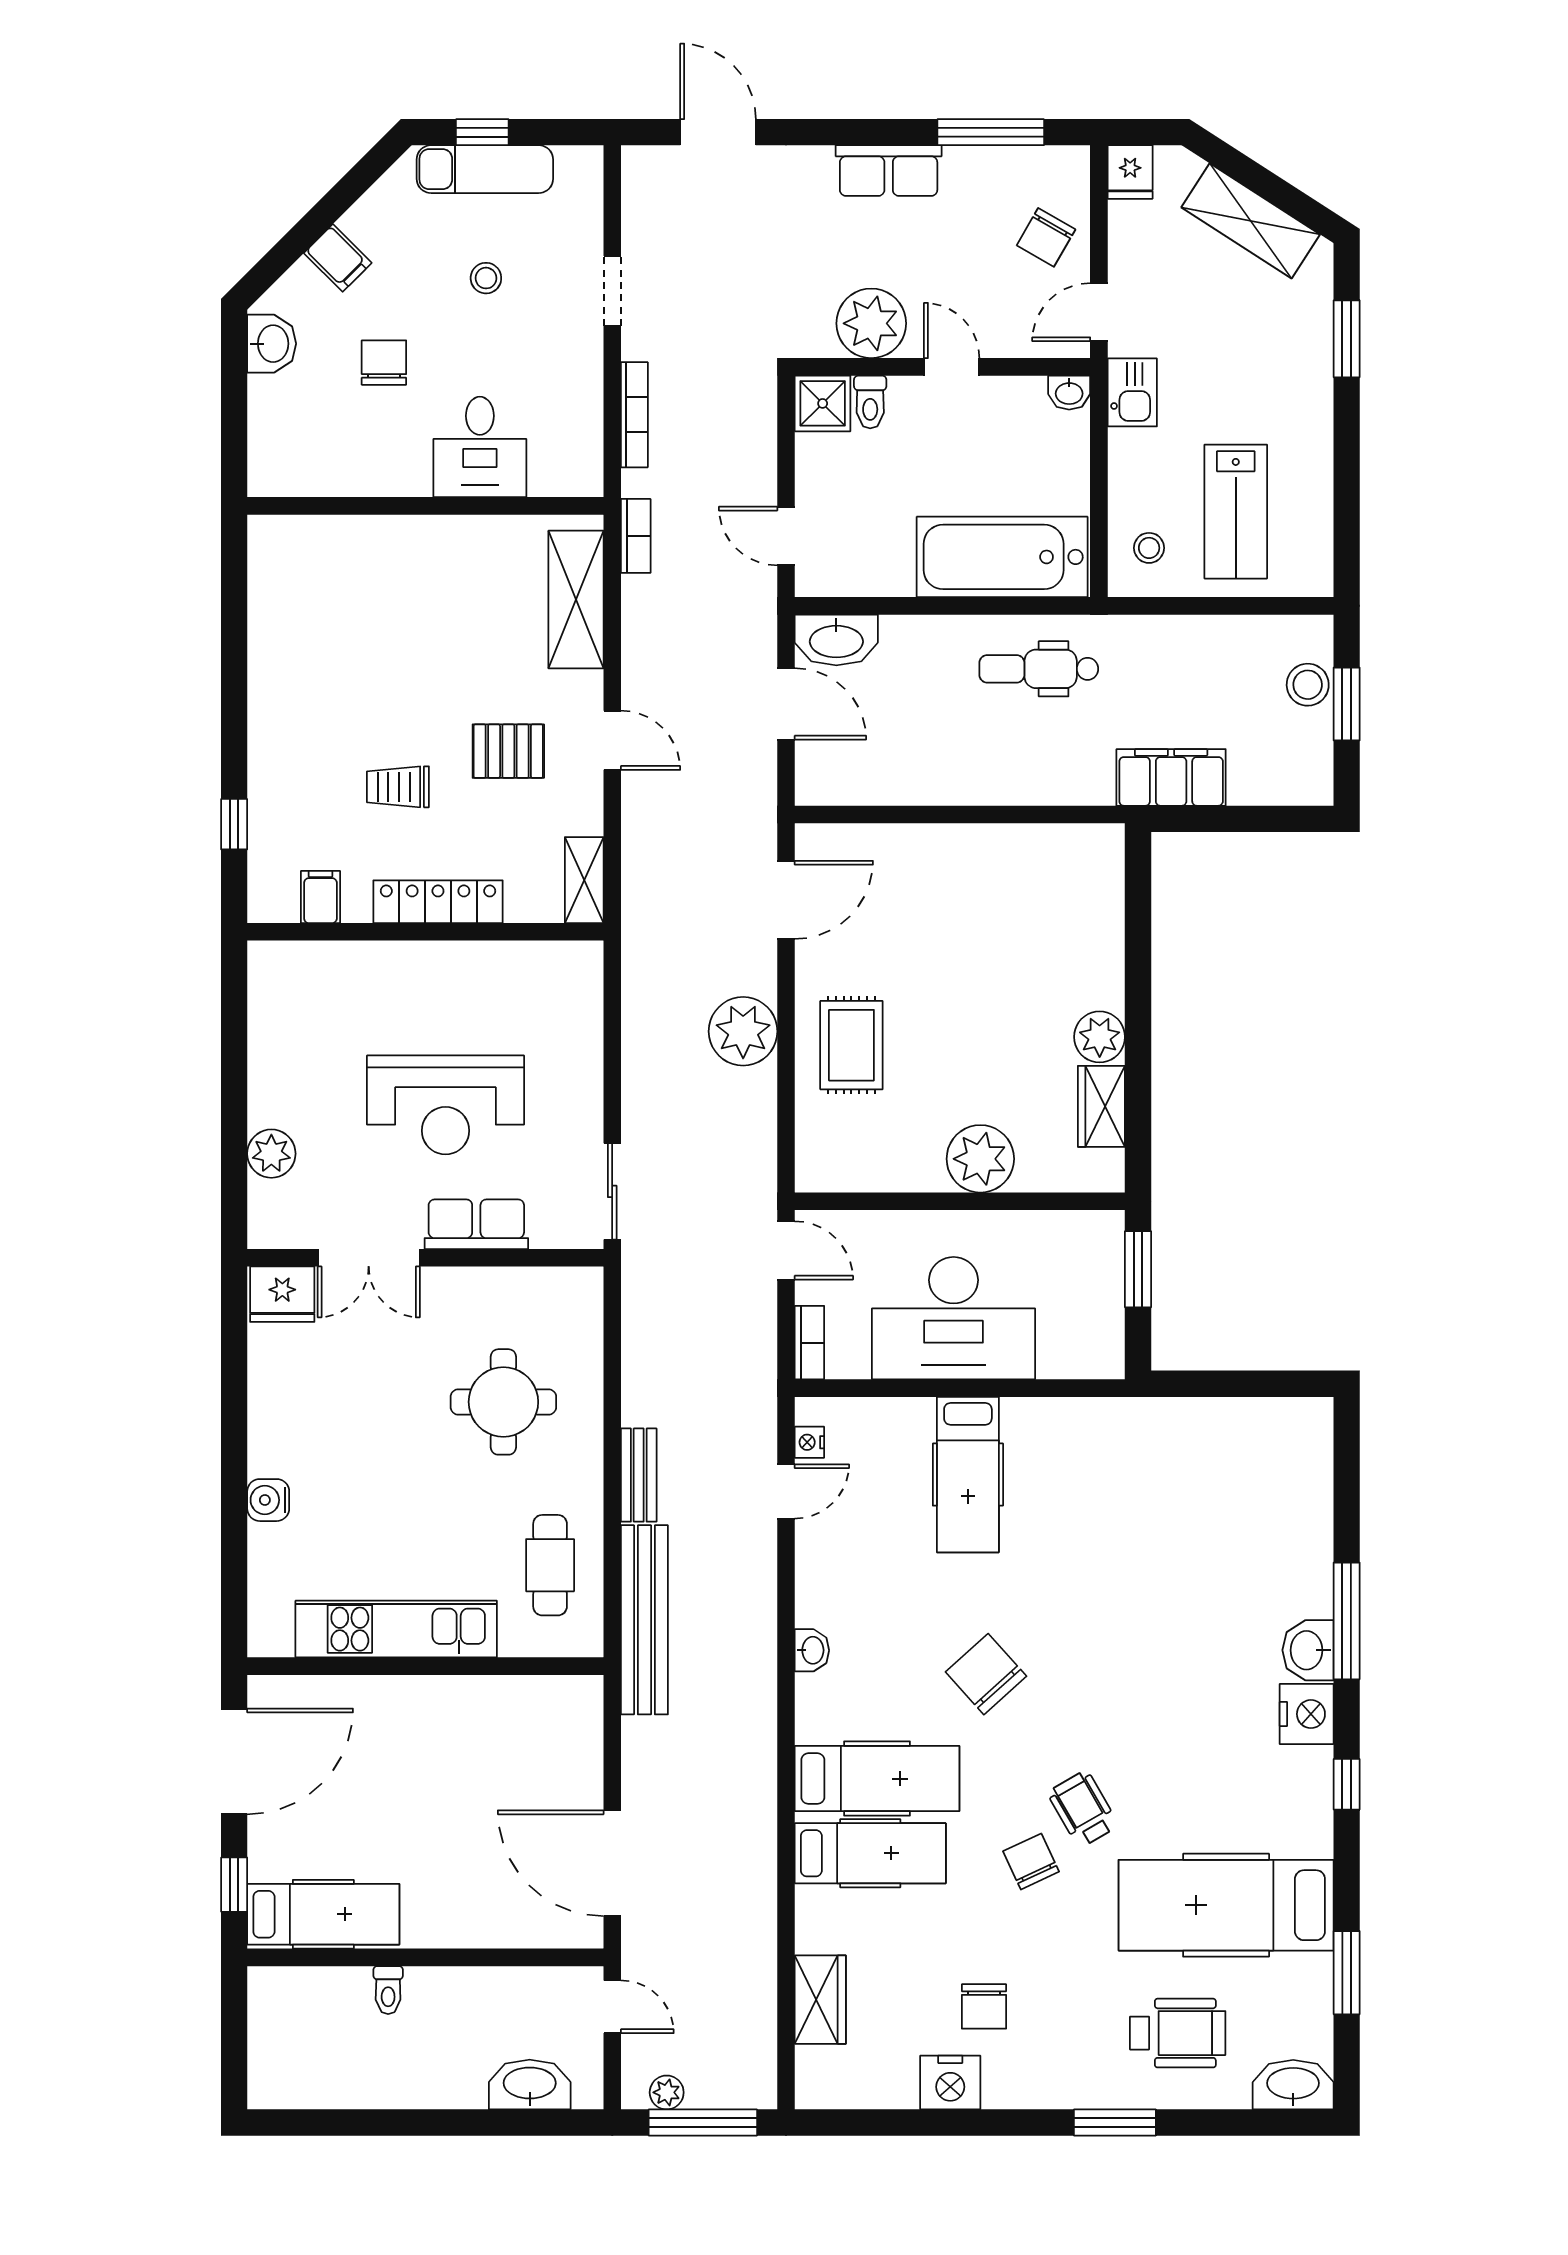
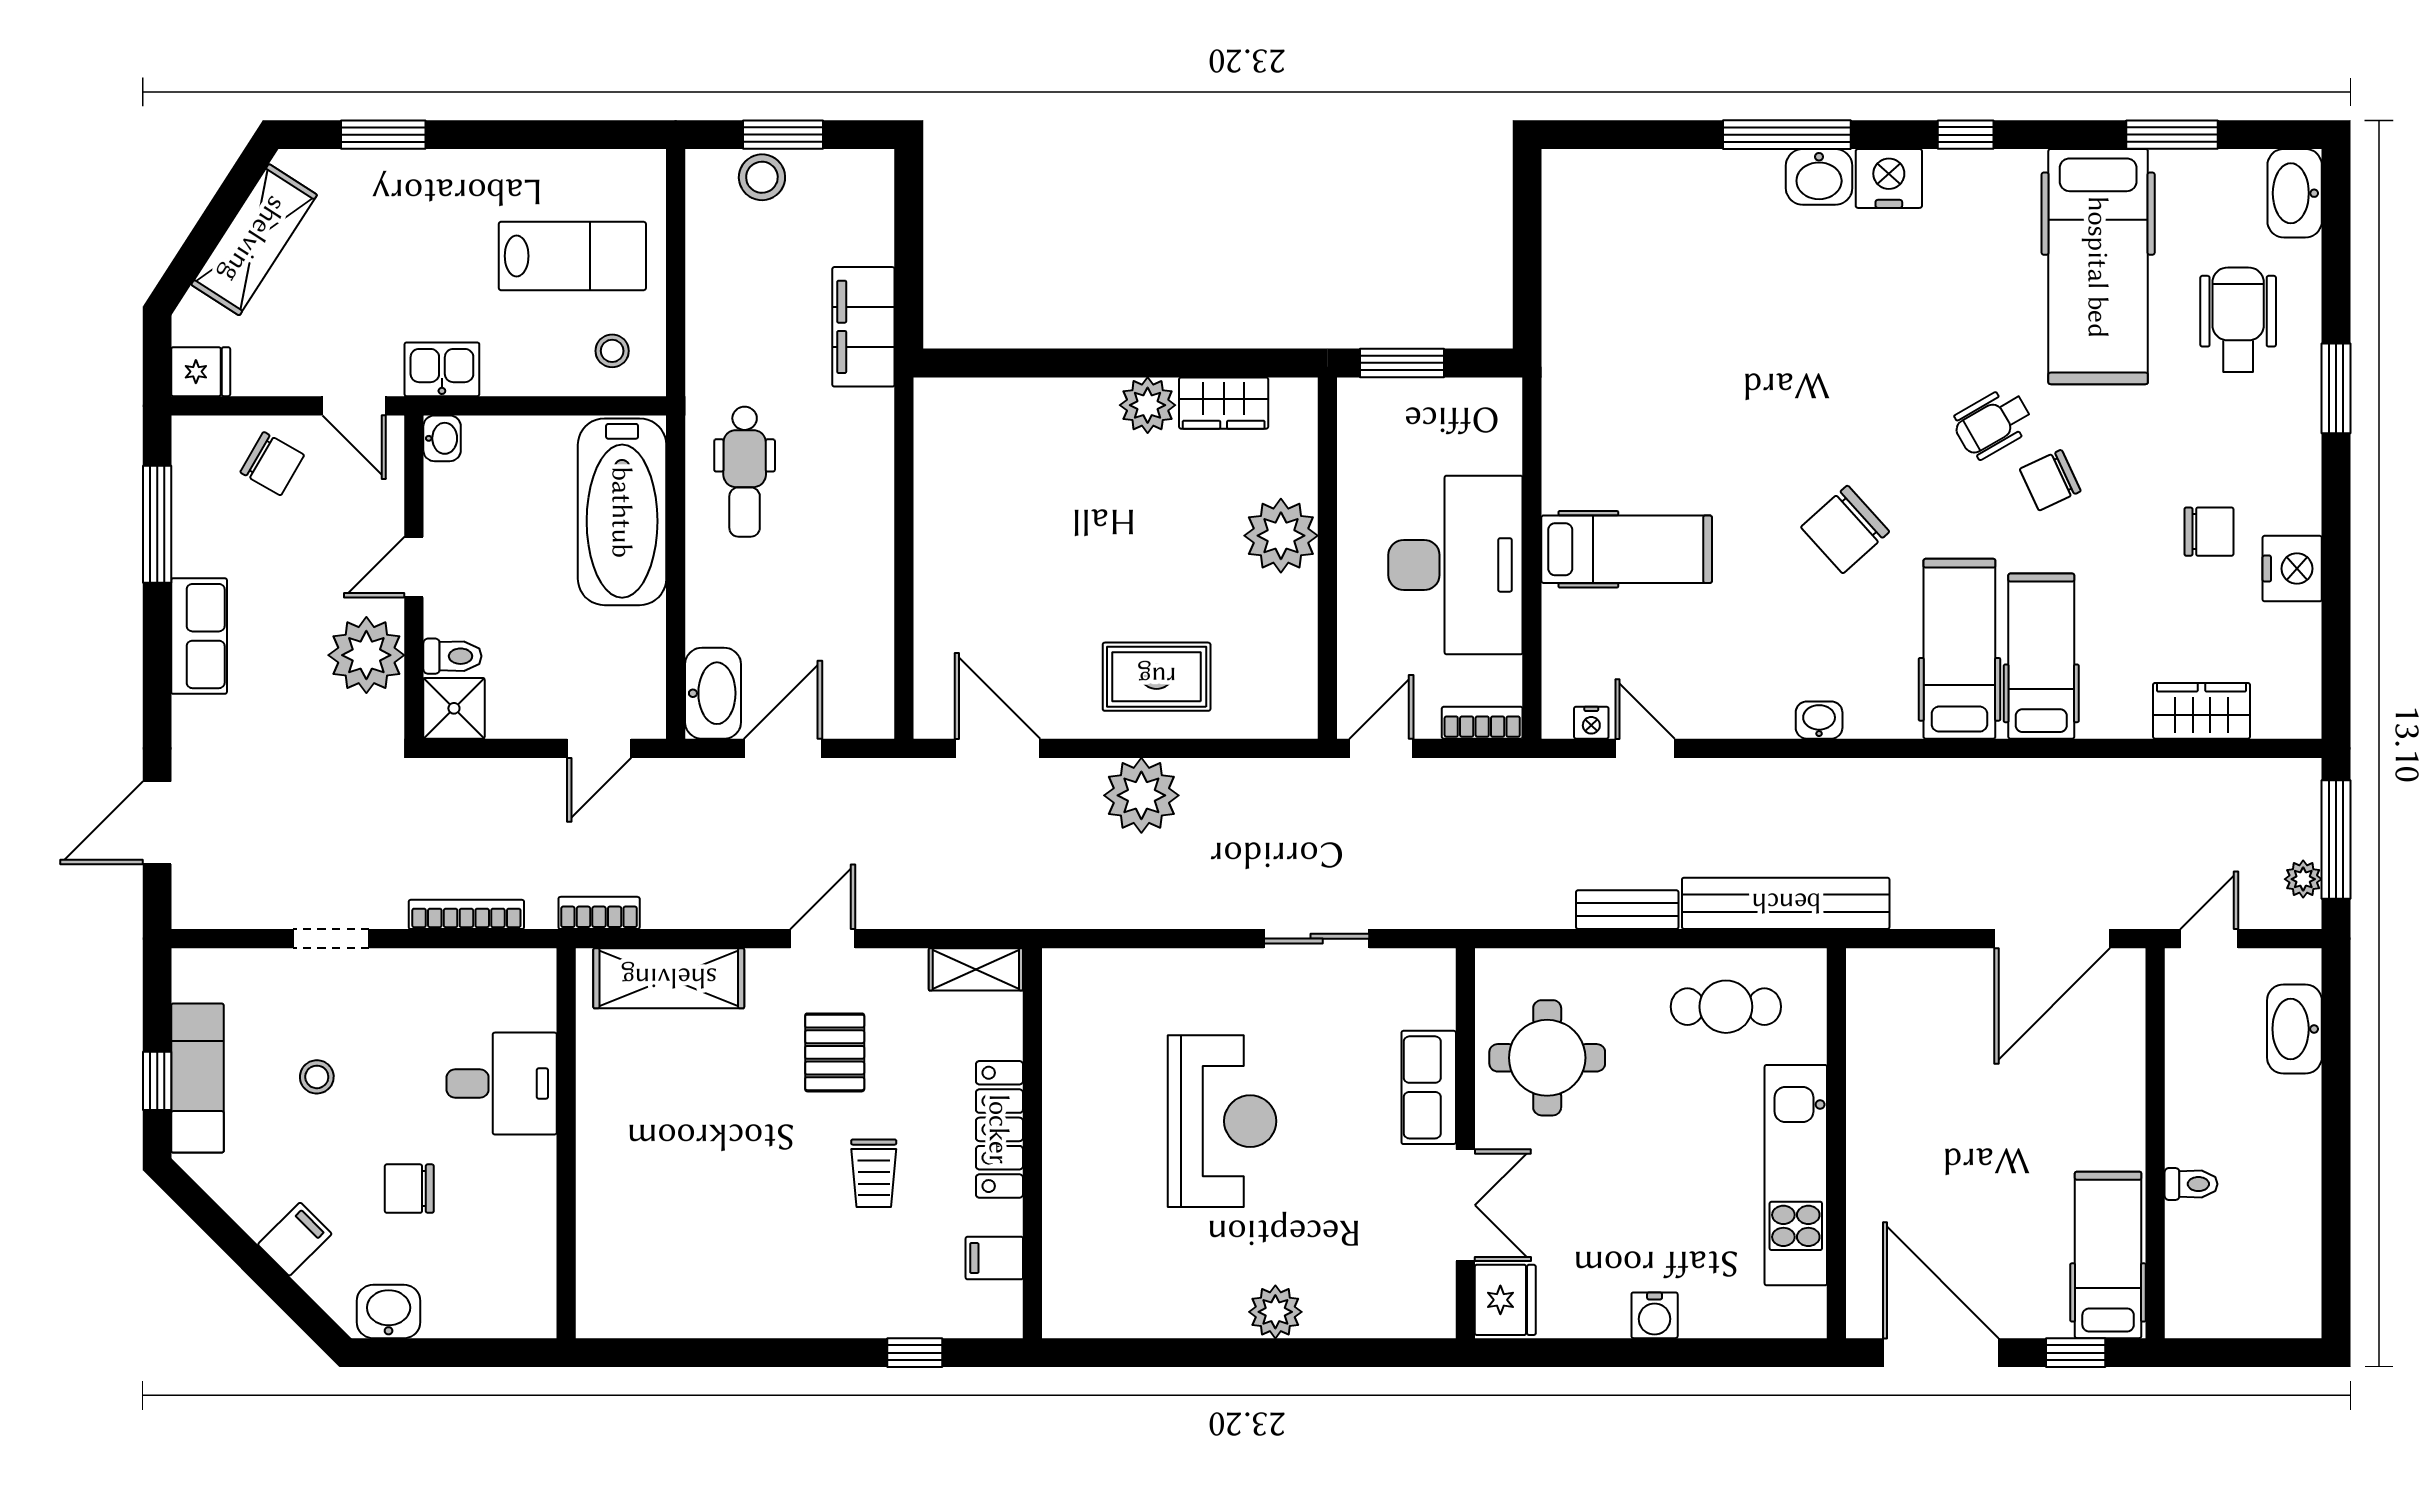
row of seats: (476, 1224) -> (1429, 1087), moved
double door: (369, 1258) -> (1465, 1205), moved
wall: (425, 1258) -> (1465, 1143), moved
fridge: (282, 1294) -> (1505, 1300), moved

